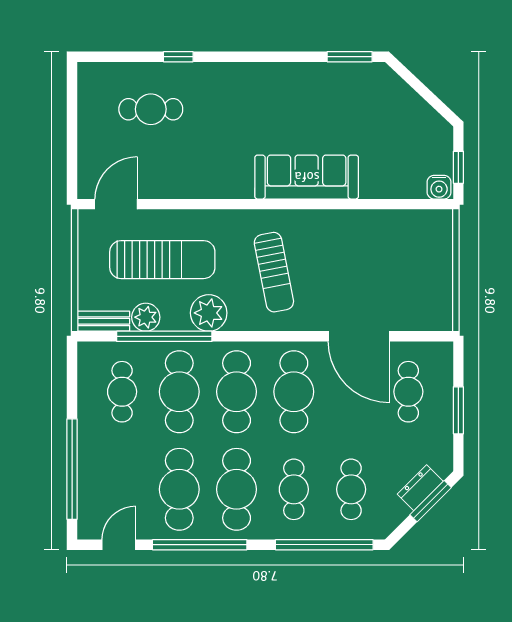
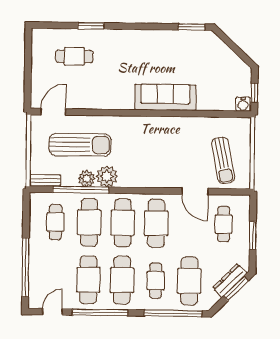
window: (178, 57) -> (91, 26), width x1.50
sun lounger: (274, 272) -> (223, 160), moved
plant: (146, 317) -> (87, 179), moved
door: (359, 336) -> (195, 191), width x0.73
dresser: (420, 488) -> (230, 281), width x1.44
cafe table: (351, 489) -> (189, 281), width x1.37, depth x1.35

